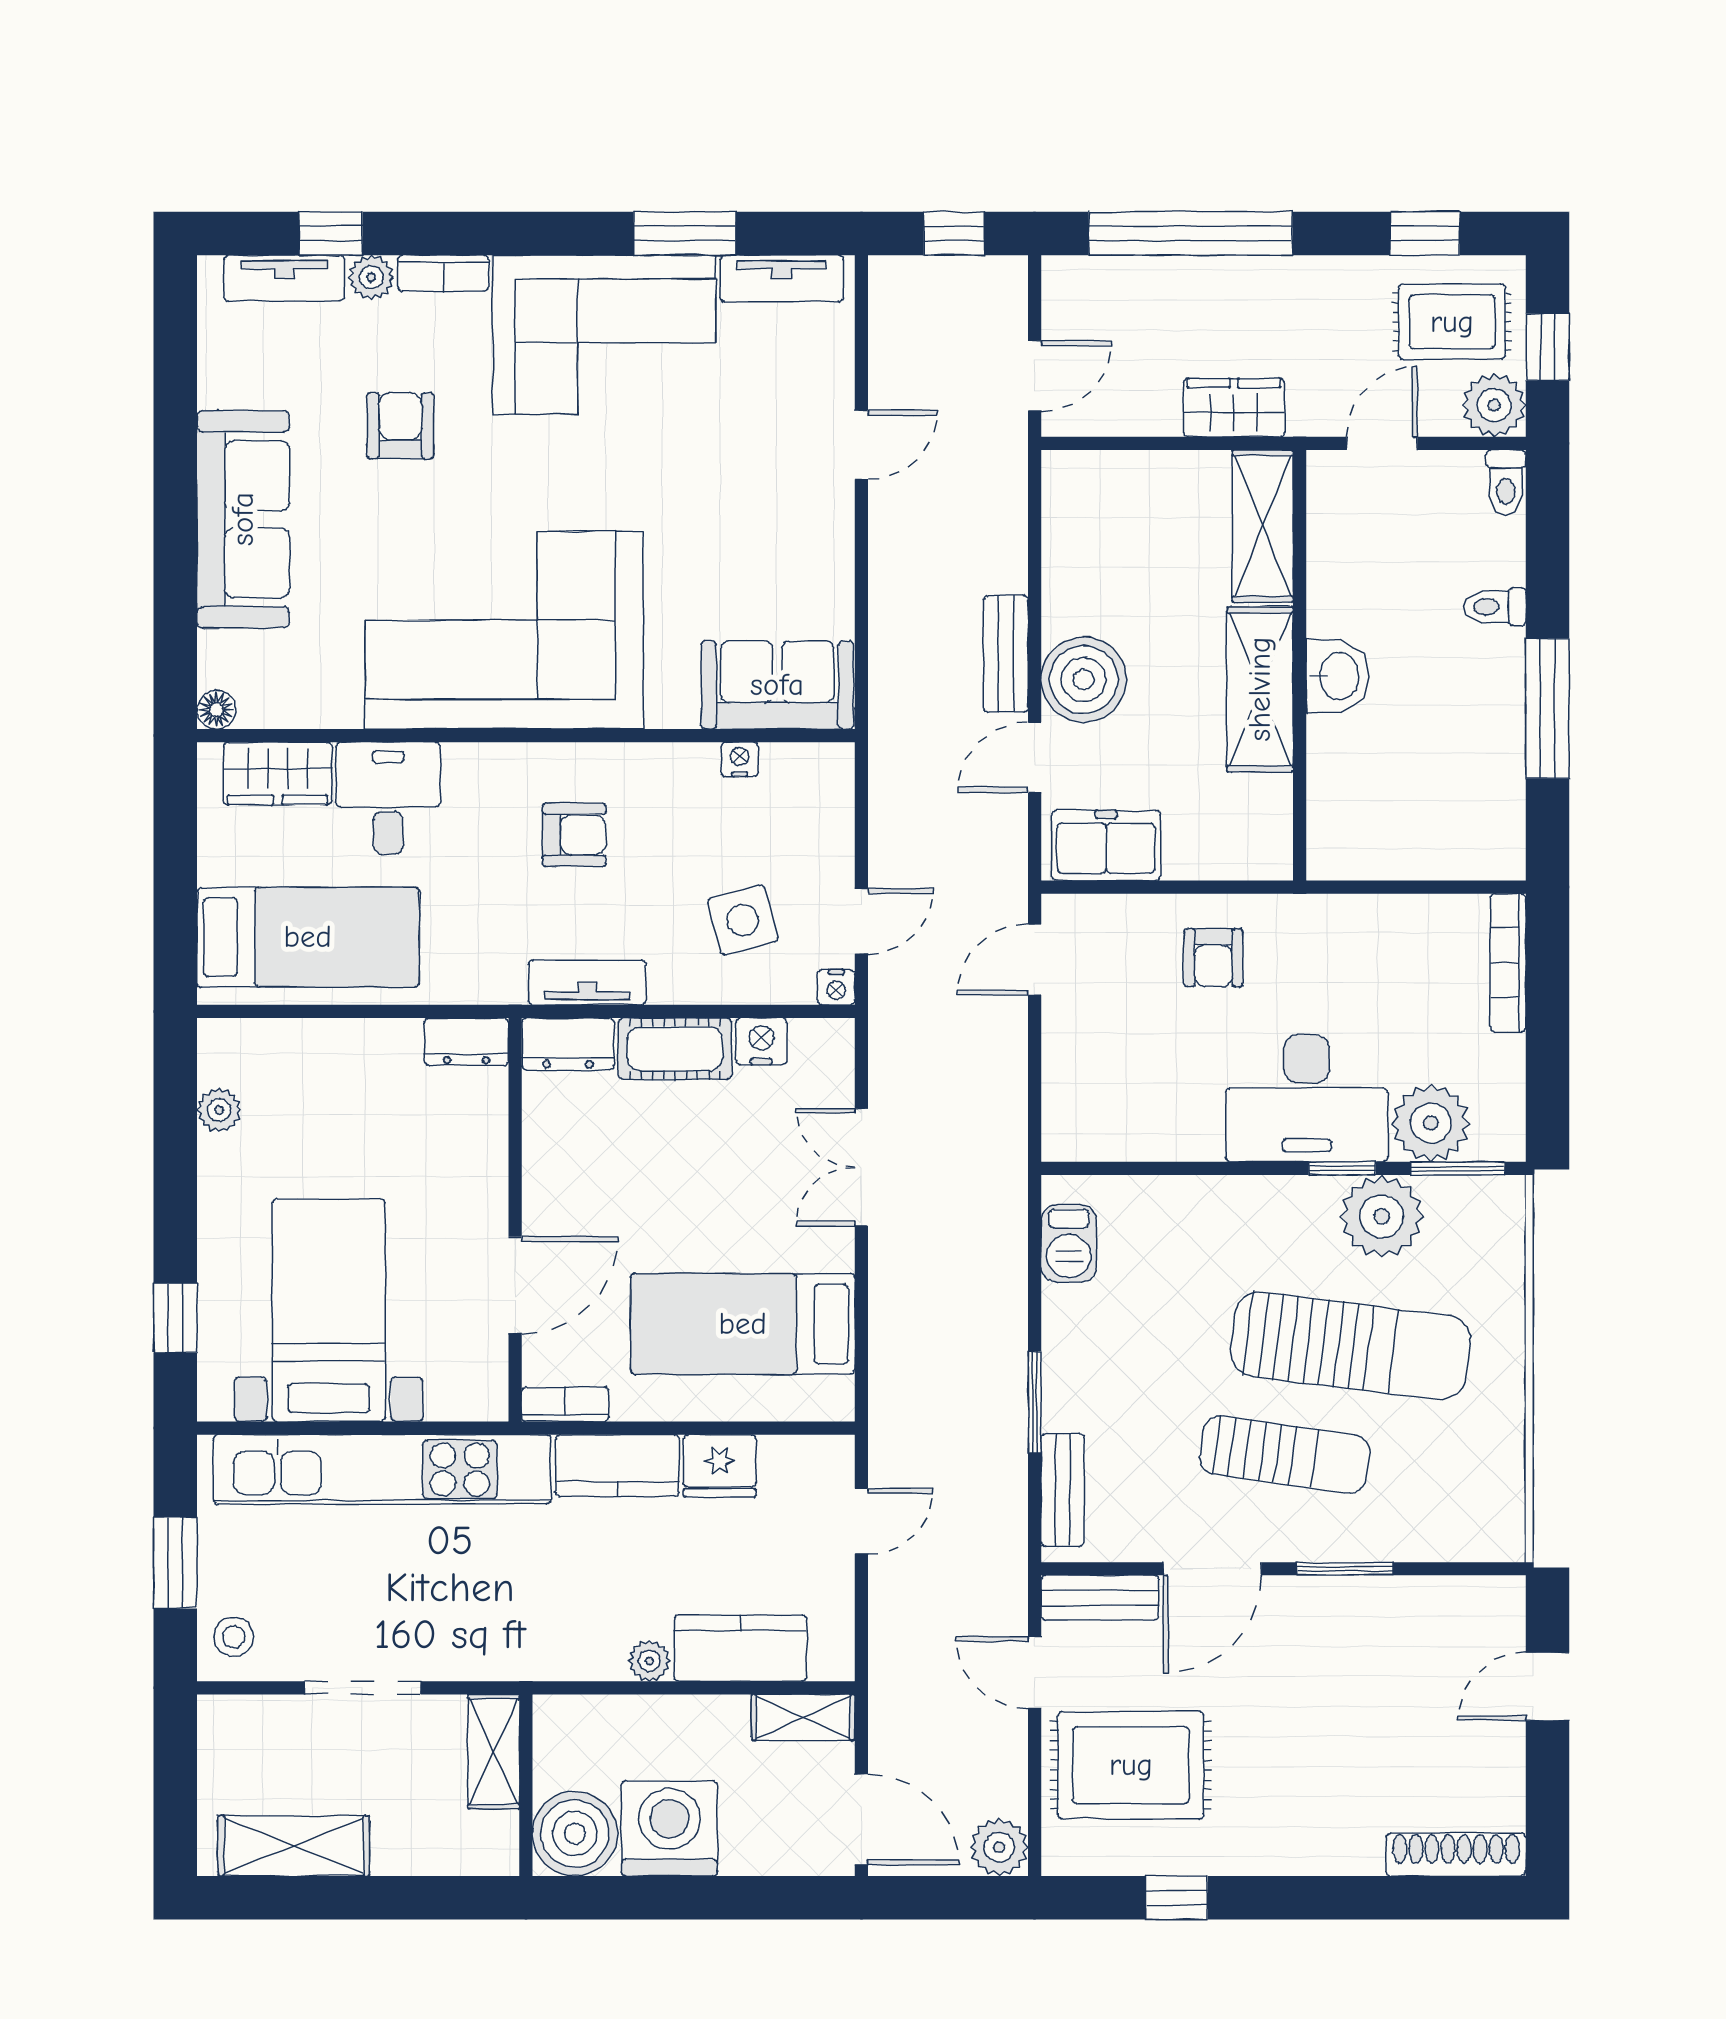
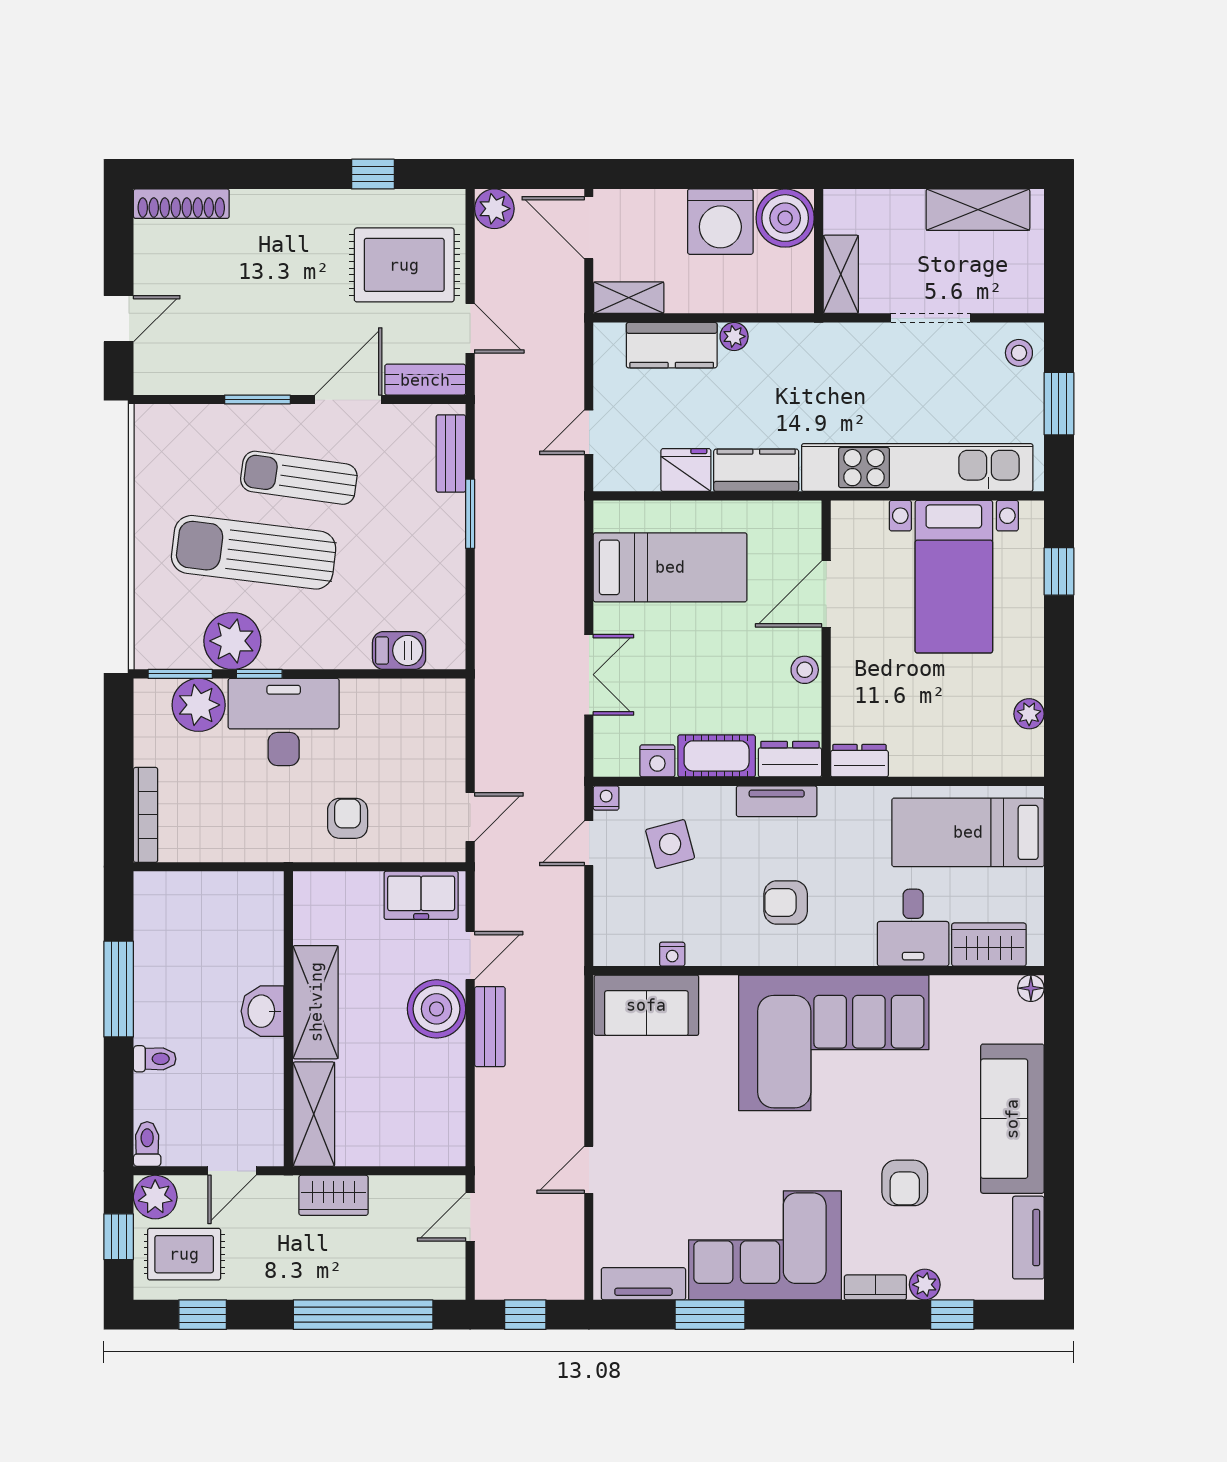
tv unit: (284, 278) -> (1028, 1238), moved, turned -90
stool: (546, 1174) -> (805, 670), added
barbecue: (1069, 1244) -> (399, 651), moved, turned 90
bookcase: (565, 1404) -> (792, 512), removed

